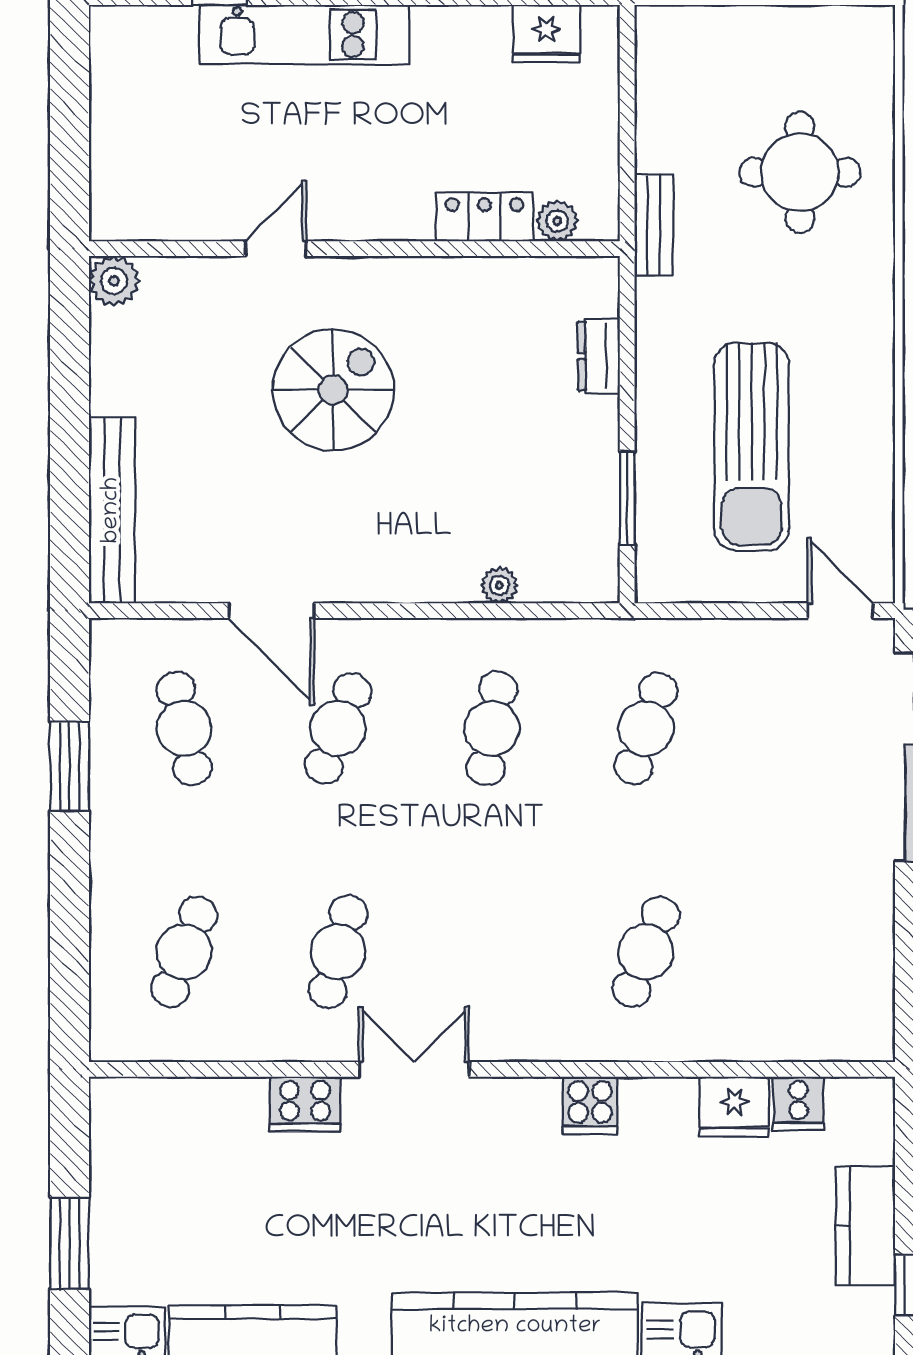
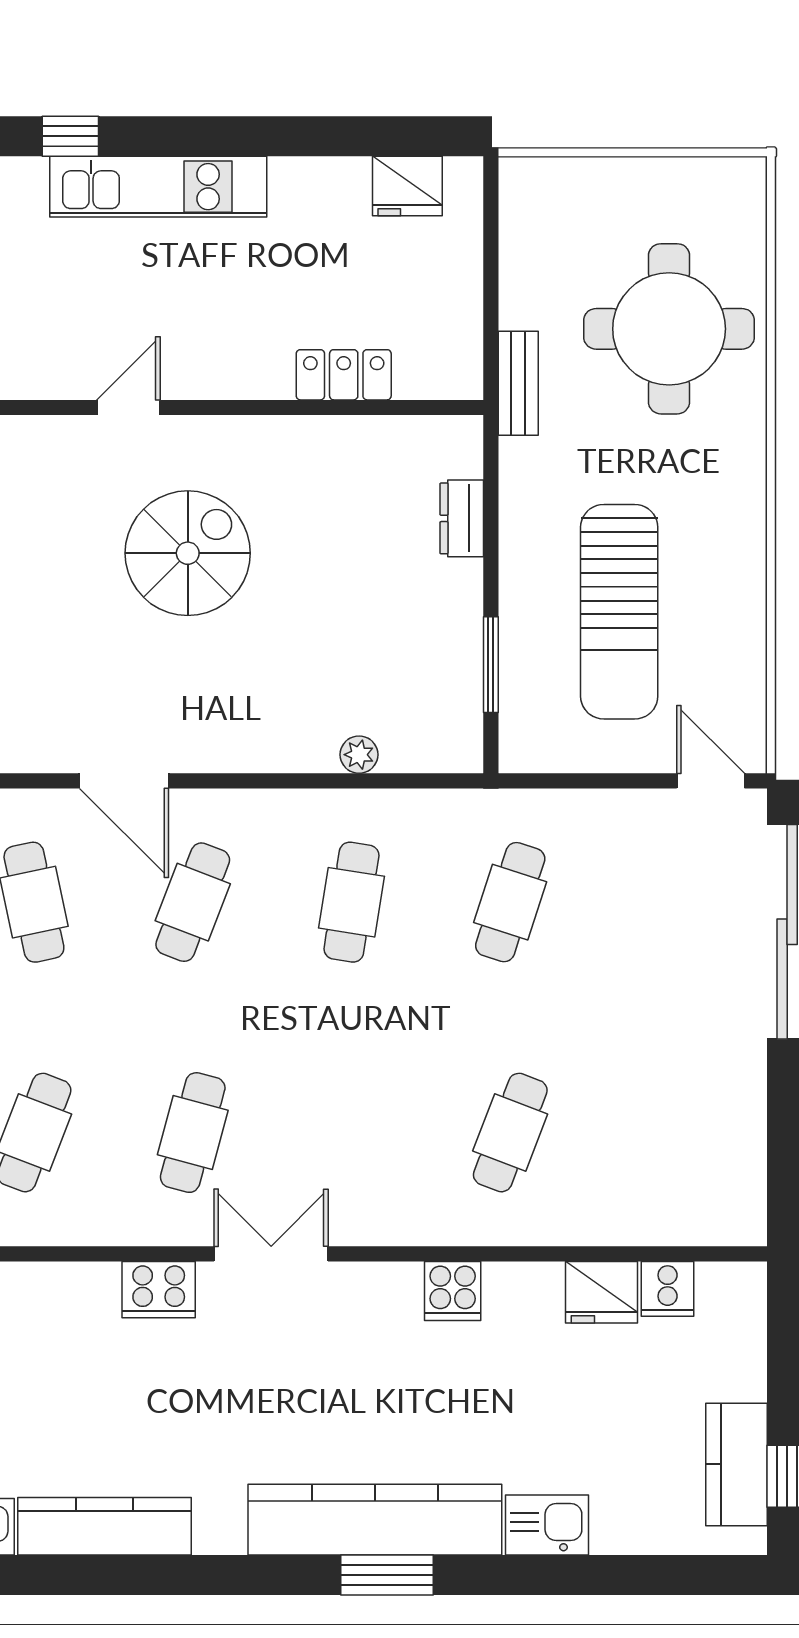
round table: (800, 172) -> (669, 329), width x1.36, depth x1.36
plant: (557, 221) -> (419, 379), removed
kitchen counter: (865, 1226) -> (736, 1464), moved

